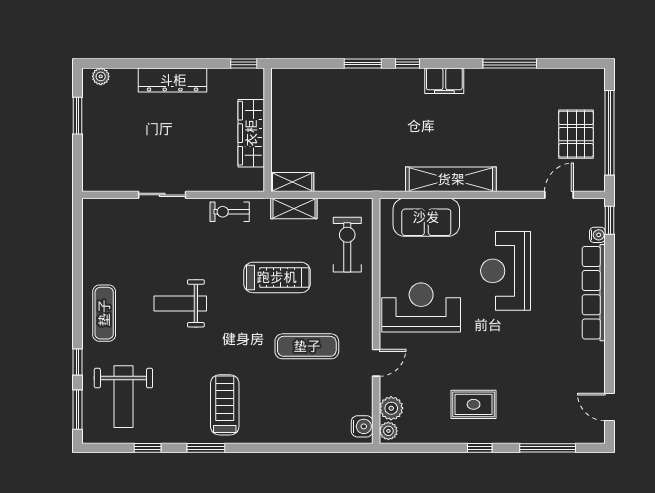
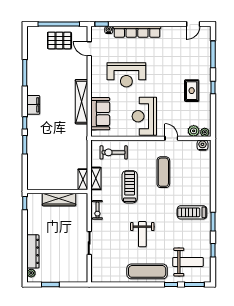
dresser: (173, 80) -> (33, 251), moved
exercise mat: (104, 313) -> (147, 271), width x1.36, depth x1.45

